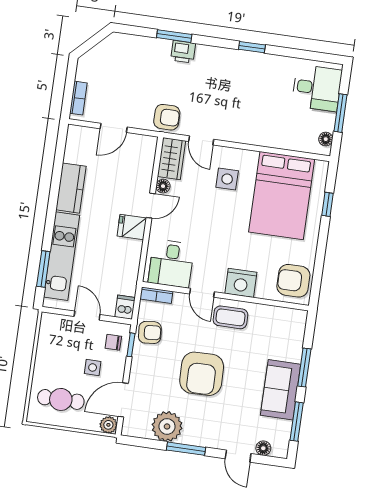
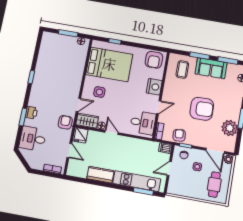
desk: (317, 88) -> (33, 139), moved, turned -90
fridge: (132, 227) -> (81, 135), moved
coffee table: (230, 317) -> (182, 69), moved

